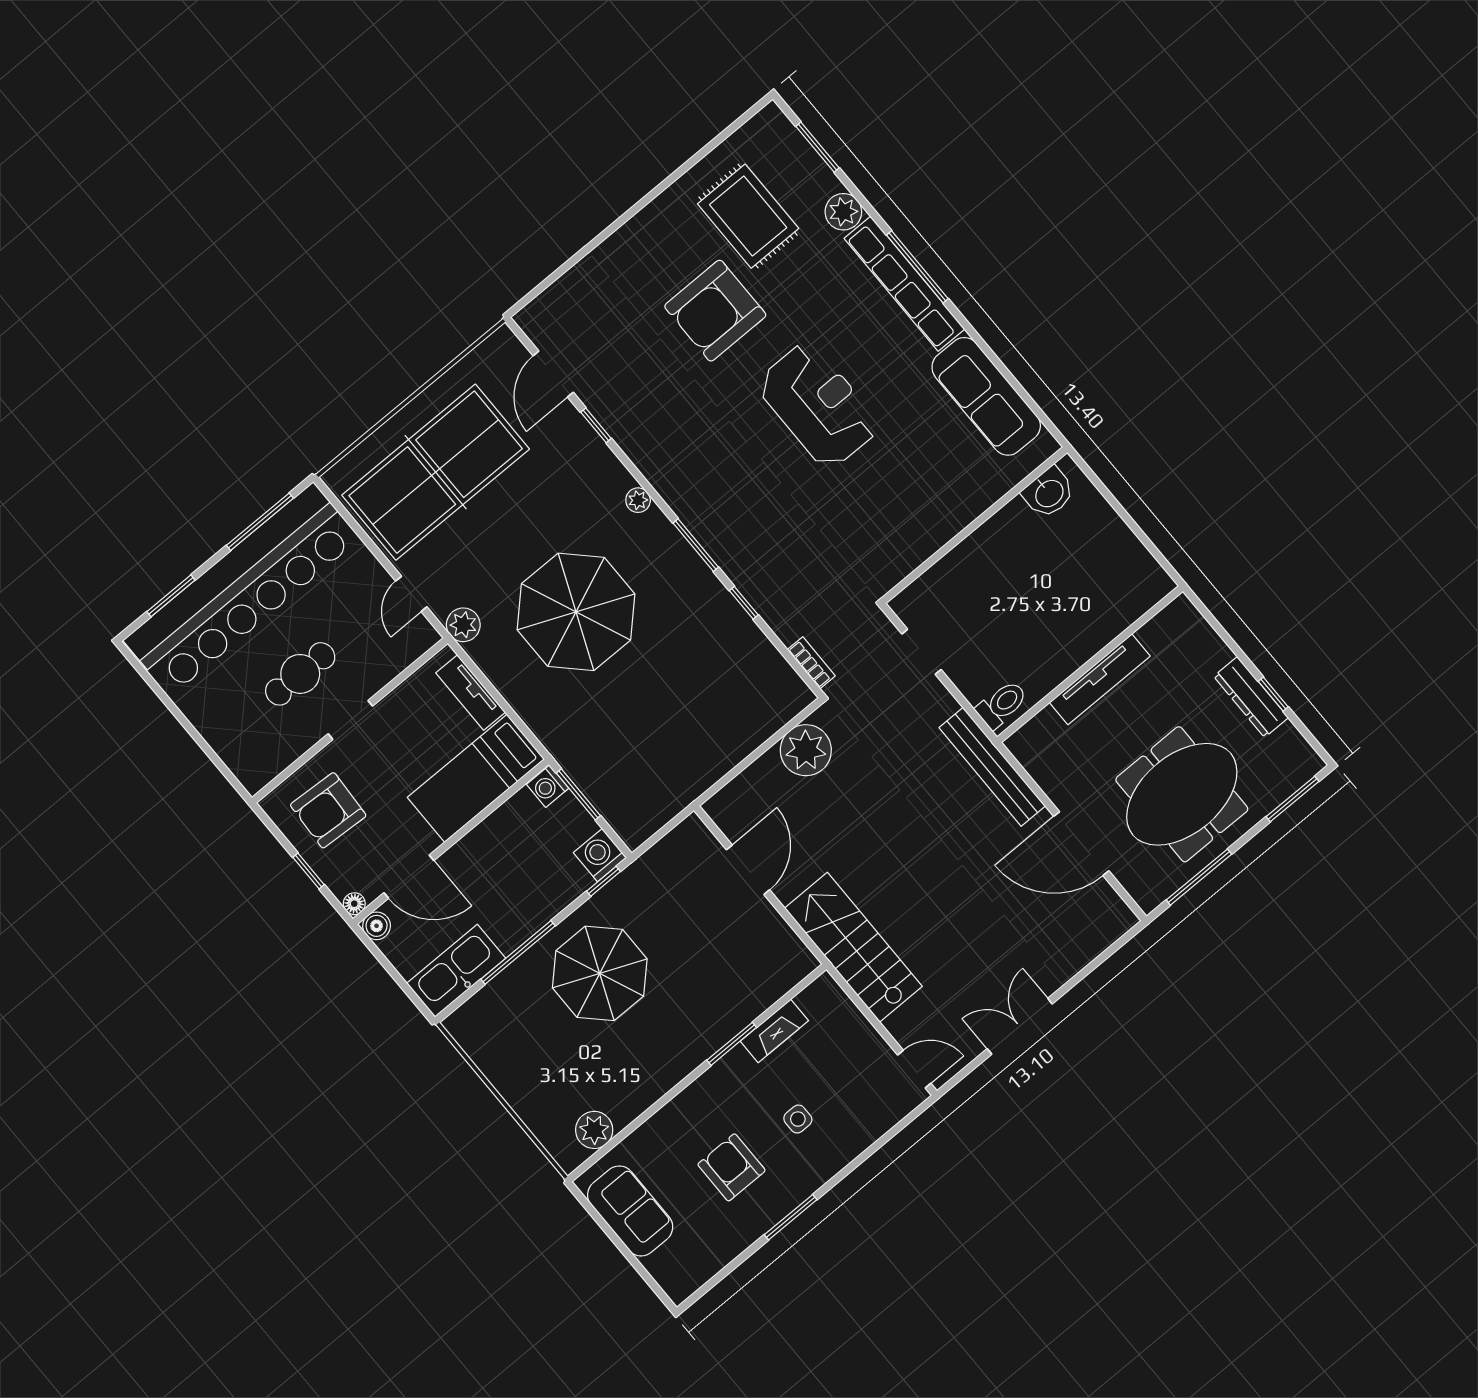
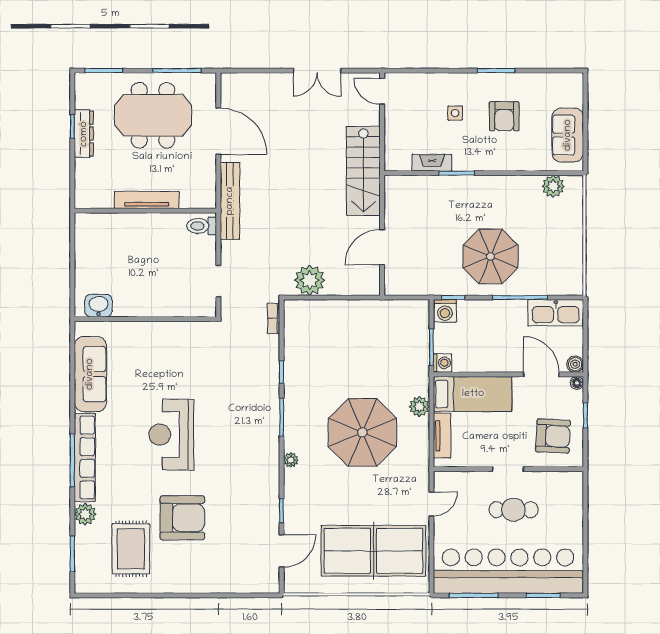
plant: (463, 625) -> (419, 407), moved

